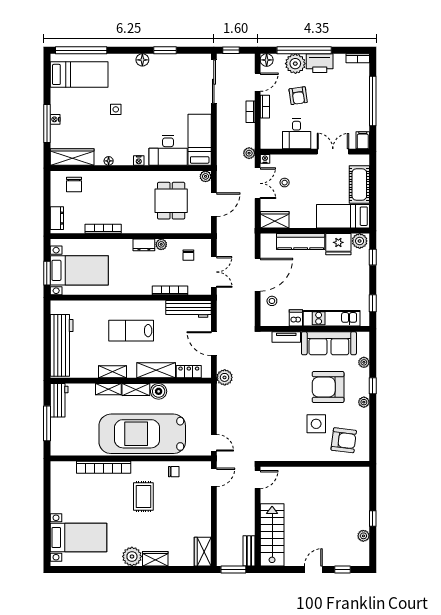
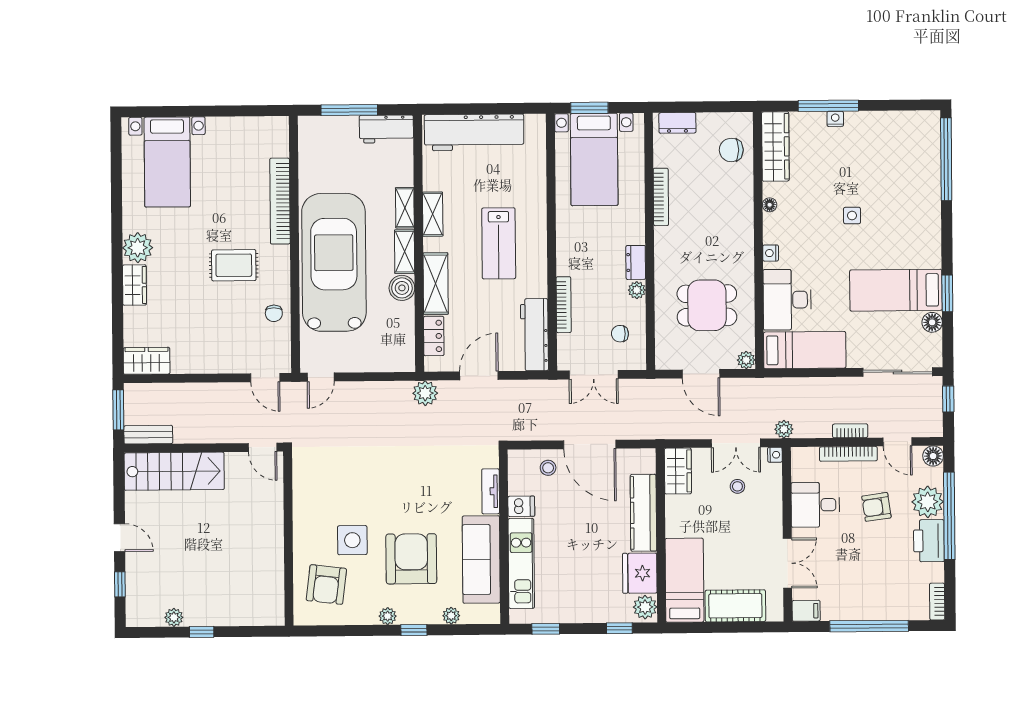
floor lamp: (142, 60) -> (932, 322), moved
bed: (79, 74) -> (896, 290), moved, turned 90
bookcase: (265, 107) -> (848, 454), width x1.56
lab bench: (131, 331) -> (499, 243), turned 180

